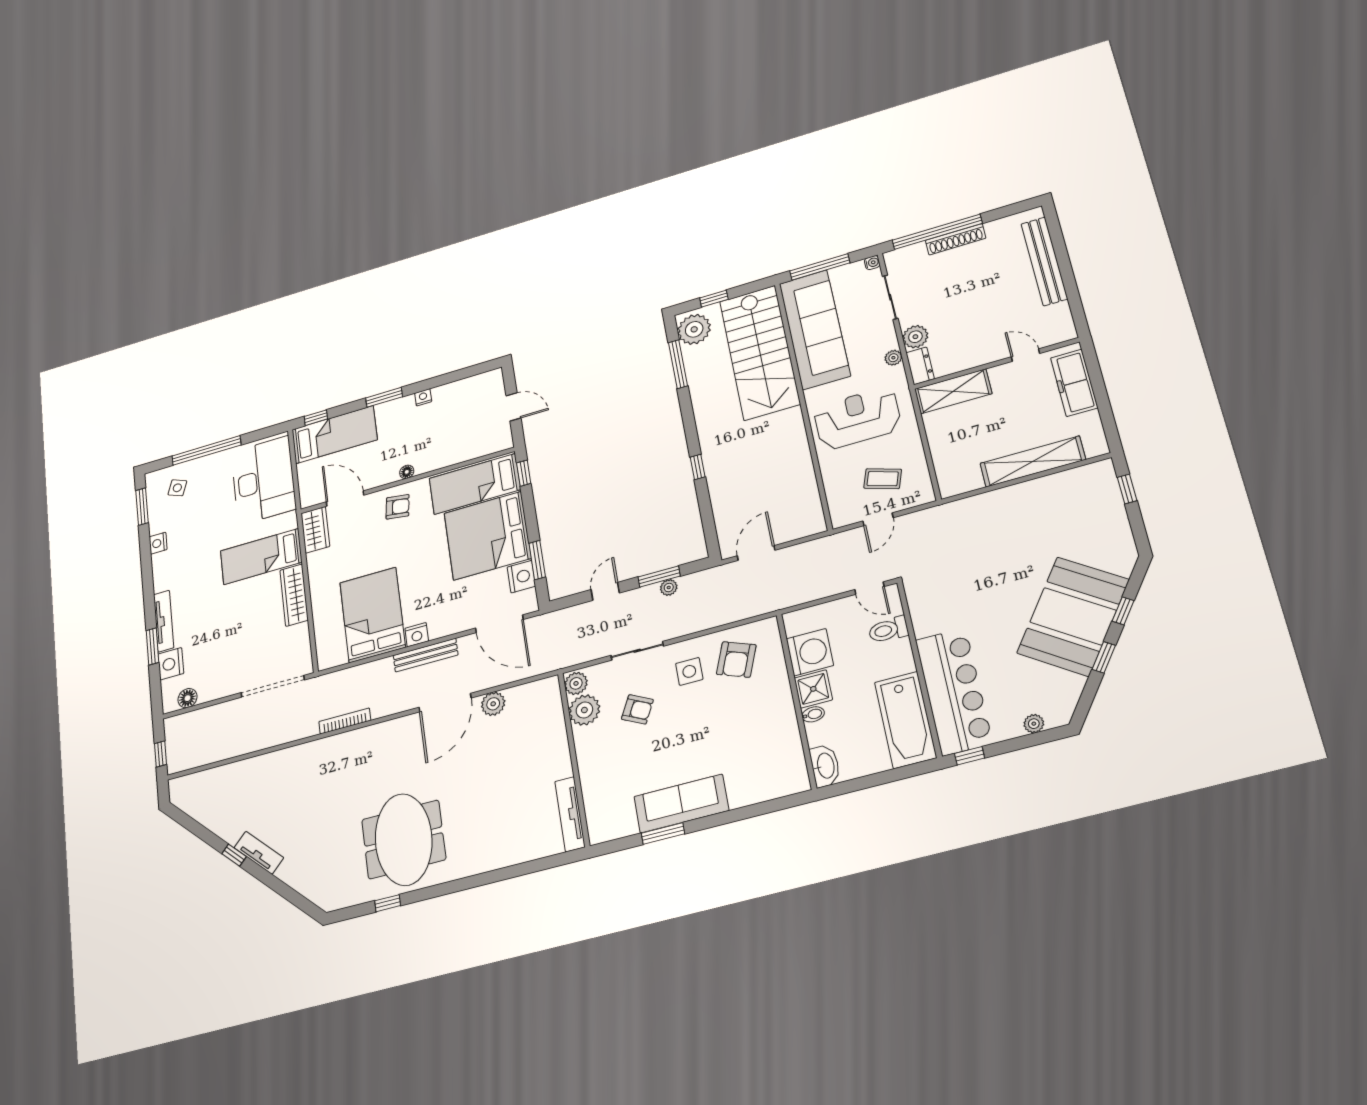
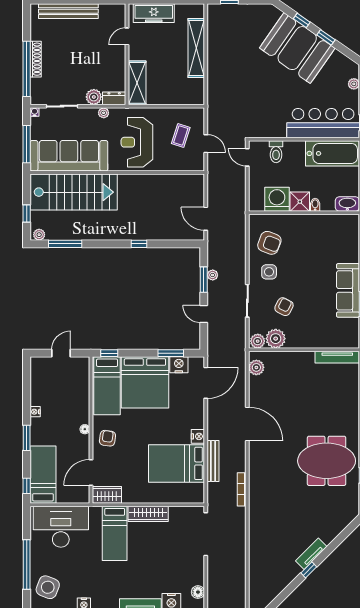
plant: (694, 329) -> (39, 235), width x0.53, depth x0.53
side table: (177, 488) -> (48, 587), width x1.87, depth x1.87
door: (869, 588) -> (247, 157), swing flipped
bench: (426, 655) -> (213, 461), moved
plant: (493, 704) -> (256, 367), moved

